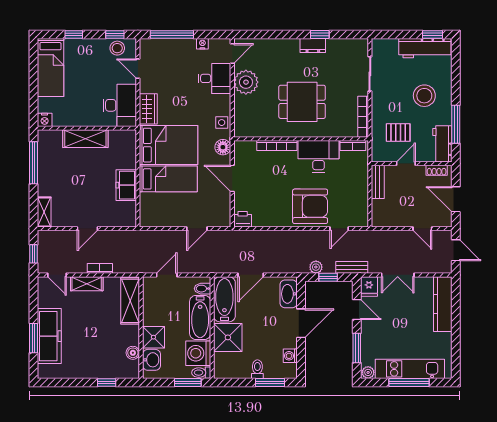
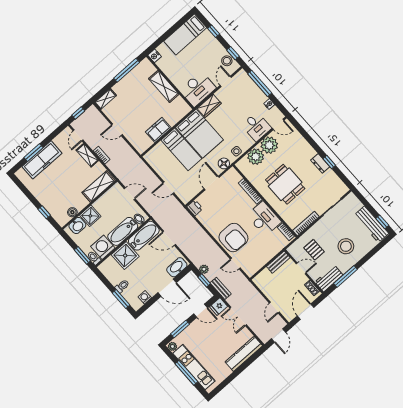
plant: (245, 107) -> (256, 157), added
door: (357, 309) -> (201, 311), hinge flipped

